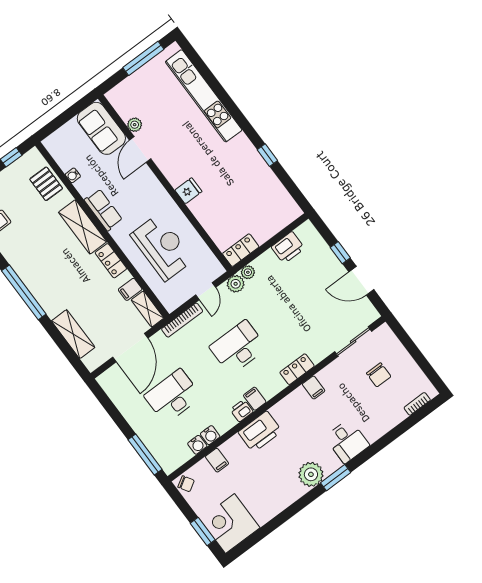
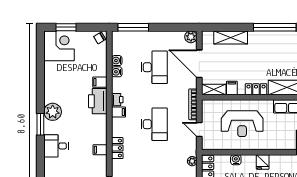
water cooler: (209, 223) -> (236, 160), added
plant: (236, 284) -> (191, 37), moved
filing cabinet: (217, 460) -> (100, 82), moved

